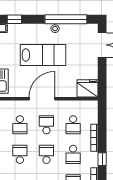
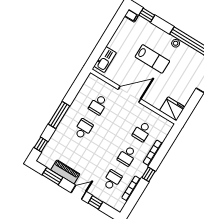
lab bench: (43, 55) -> (152, 59), width x0.73, depth x0.72
school desk: (46, 125) -> (120, 118), removed
school desk: (46, 154) -> (105, 142), removed

